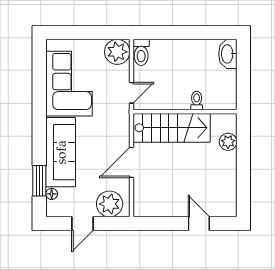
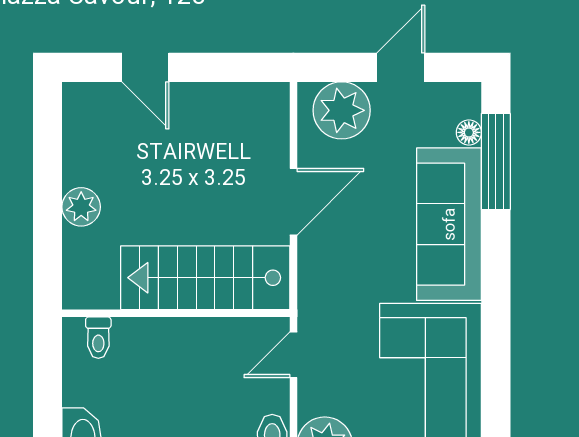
toilet: (197, 101) -> (98, 338), moved
plant: (228, 142) -> (81, 207), moved
window: (39, 181) -> (496, 161), width x1.44

